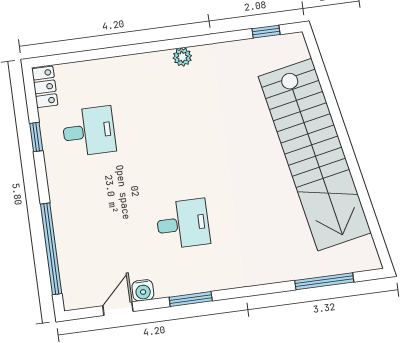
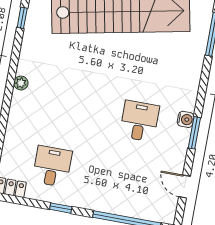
window: (36, 137) -> (61, 208), moved
water cooler: (143, 290) -> (186, 119), moved

